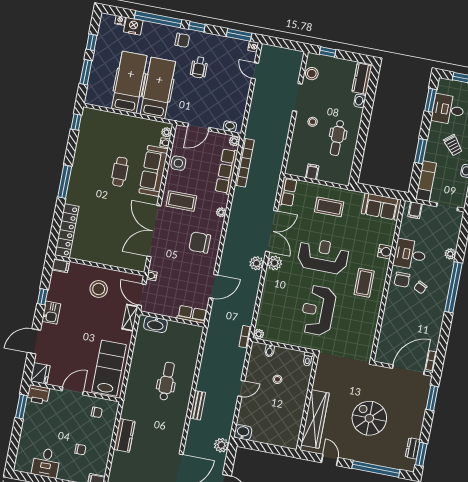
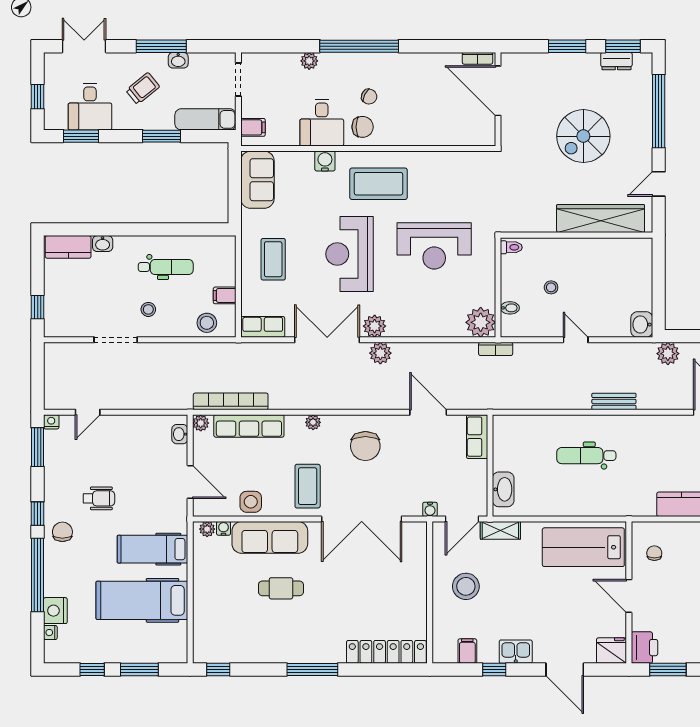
stool: (312, 74) -> (207, 323), moved
hospital bed: (158, 88) -> (152, 549), width x0.73, depth x0.78
filing cabinet: (61, 266) -> (467, 651), moved
coffee table: (364, 283) -> (378, 184), width x1.36, depth x1.32
plant: (259, 334) -> (481, 322), width x1.87, depth x1.87
window: (432, 398) -> (567, 46), moved

